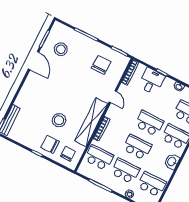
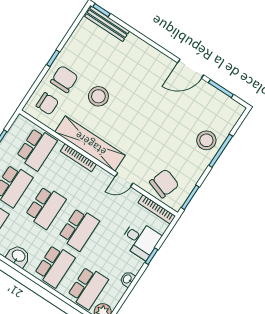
stool: (61, 49) -> (206, 140), moved
chair: (101, 65) -> (164, 183), moved, turned -71

